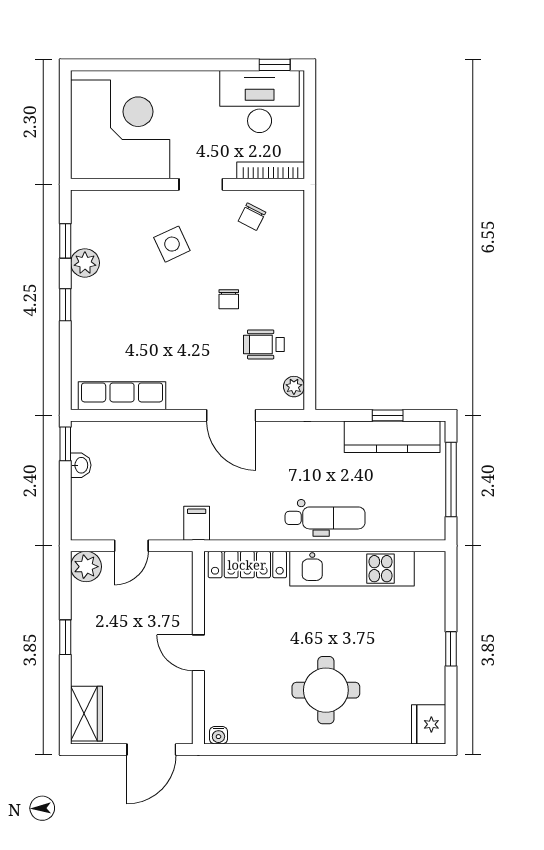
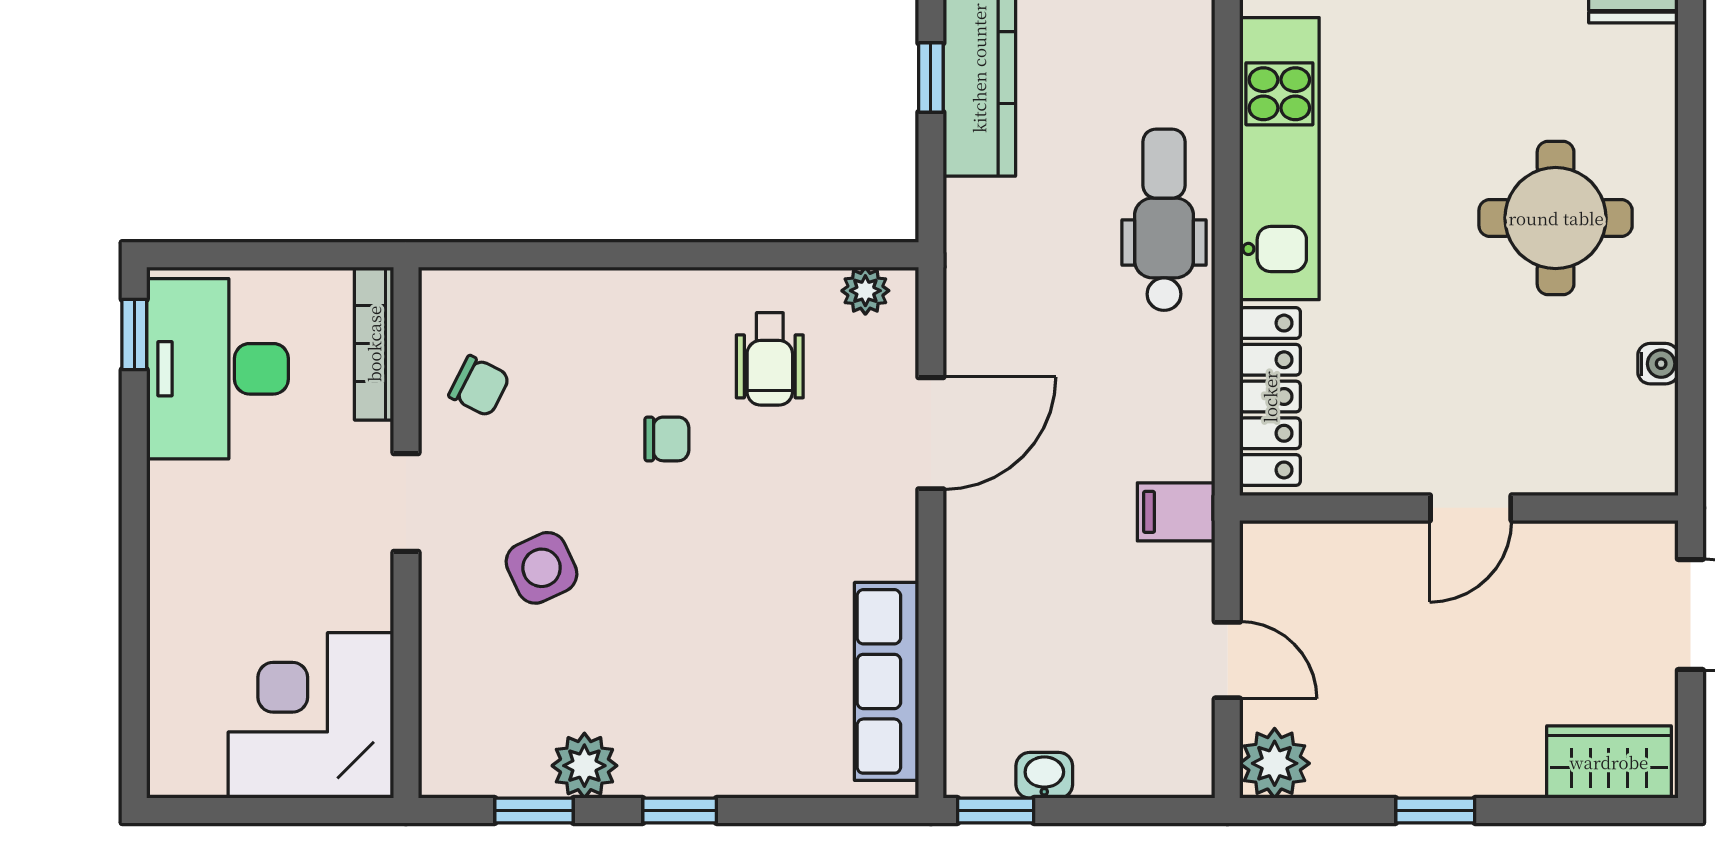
corner desk: (120, 129) -> (311, 715), width x0.74, depth x0.74
water cooler: (218, 735) -> (1658, 364), moved

